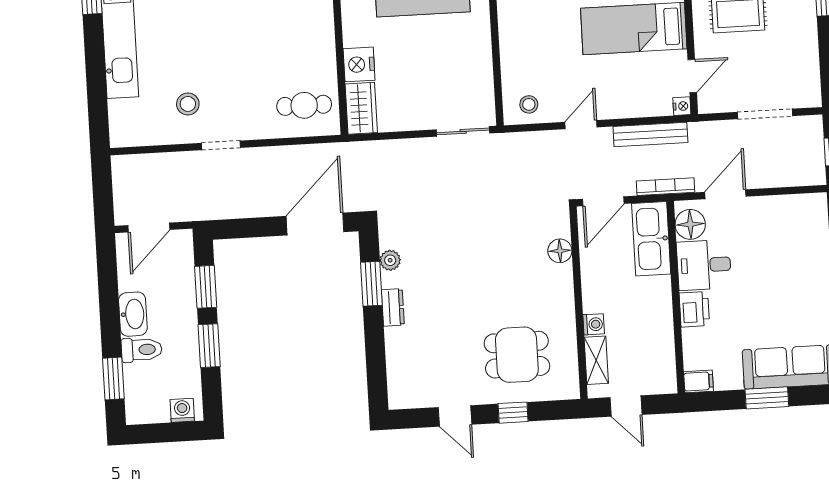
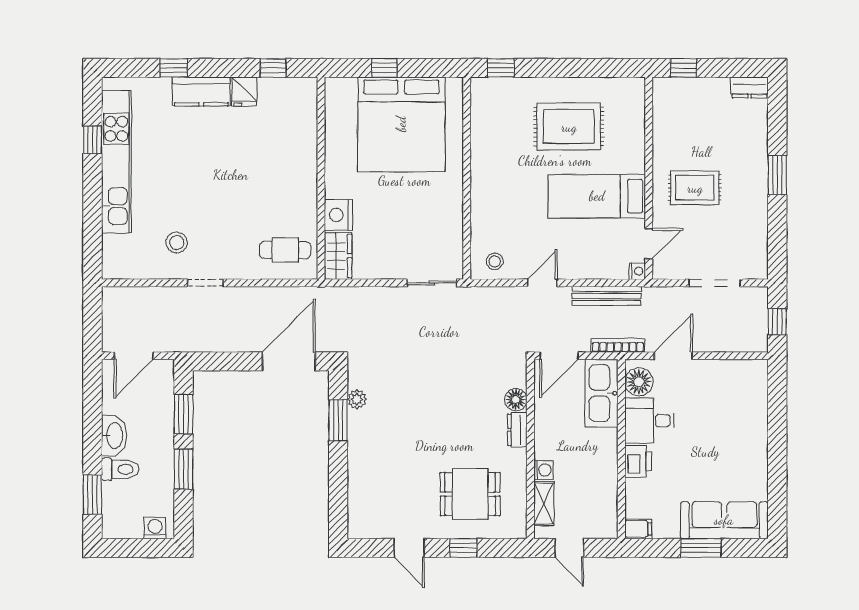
dresser: (393, 307) -> (517, 430), moved, turned 180

